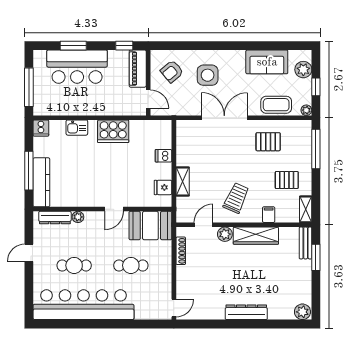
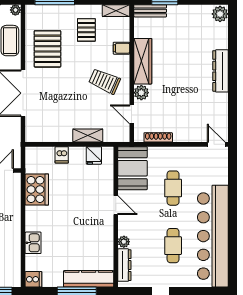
cooker: (113, 131) -> (37, 190), moved
pallet: (268, 142) -> (47, 49), width x1.50, depth x1.42

